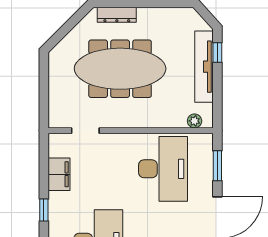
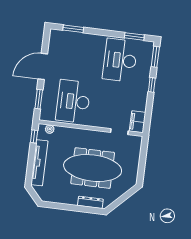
window: (217, 52) -> (34, 136), moved
filing cabinet: (59, 174) -> (137, 122), moved

